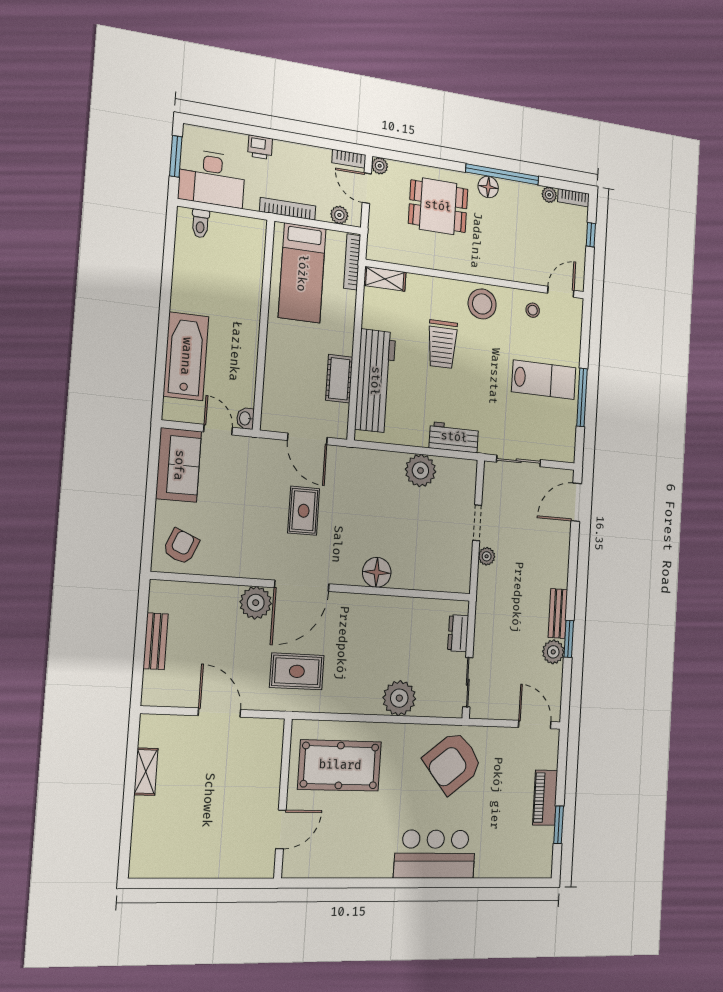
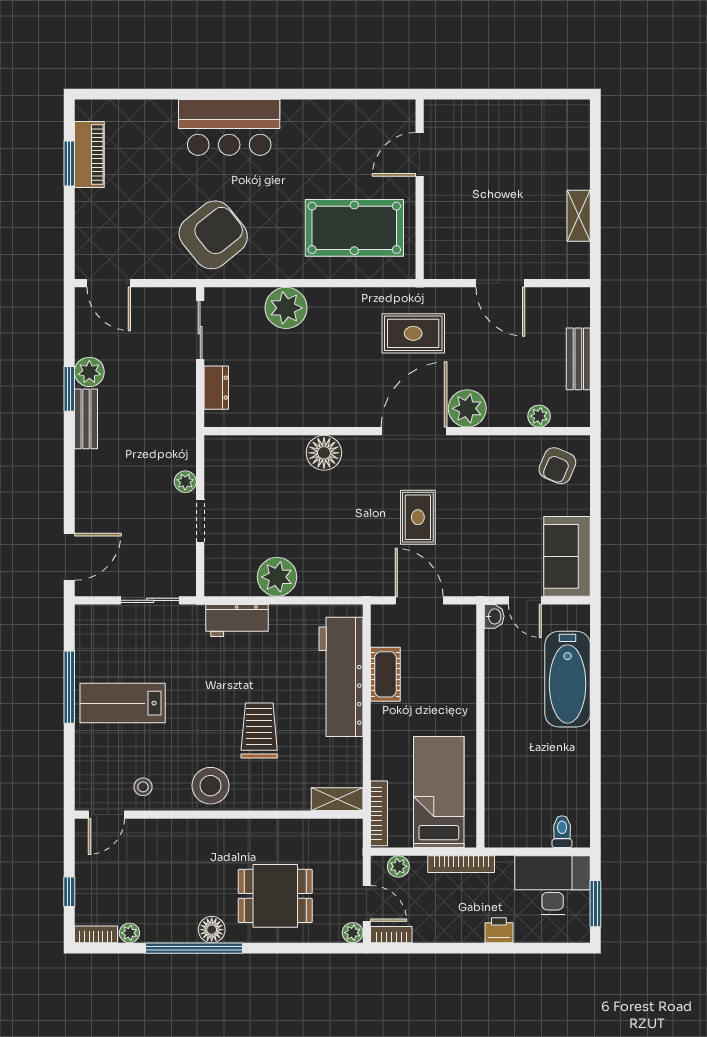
plant: (194, 592) -> (539, 416), added
piano: (545, 798) -> (89, 155), moved

